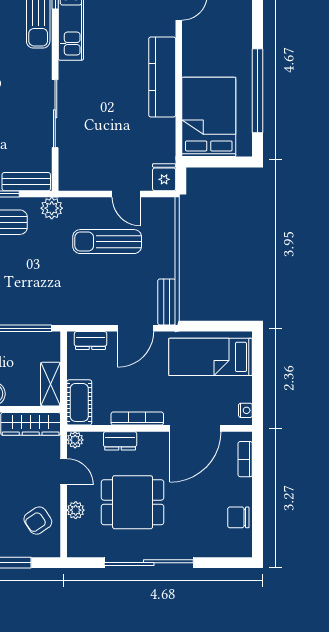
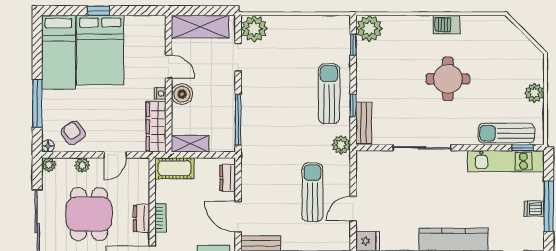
bookcase: (137, 419) -> (161, 218), width x0.64
plant: (75, 440) -> (49, 165), moved
dresser: (120, 441) -> (142, 218), moved
floor lamp: (53, 550) -> (48, 146), added

